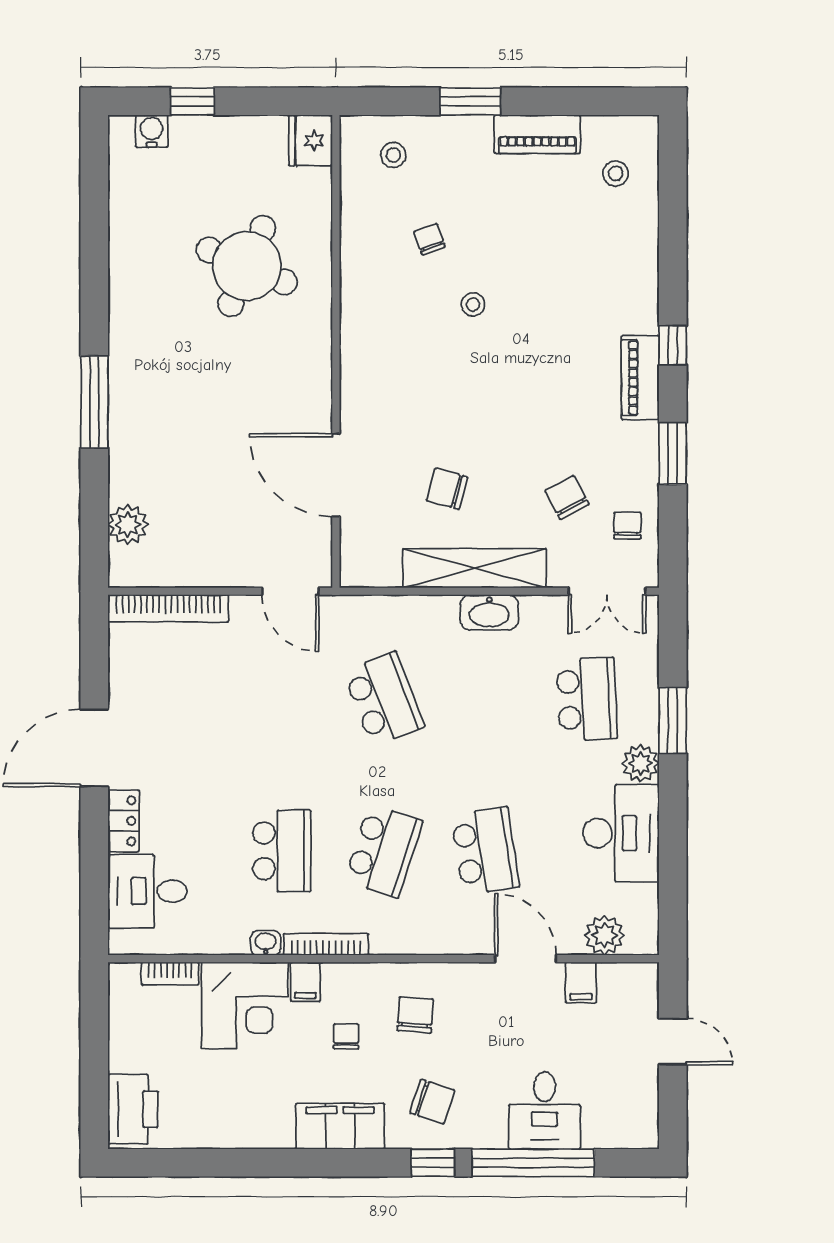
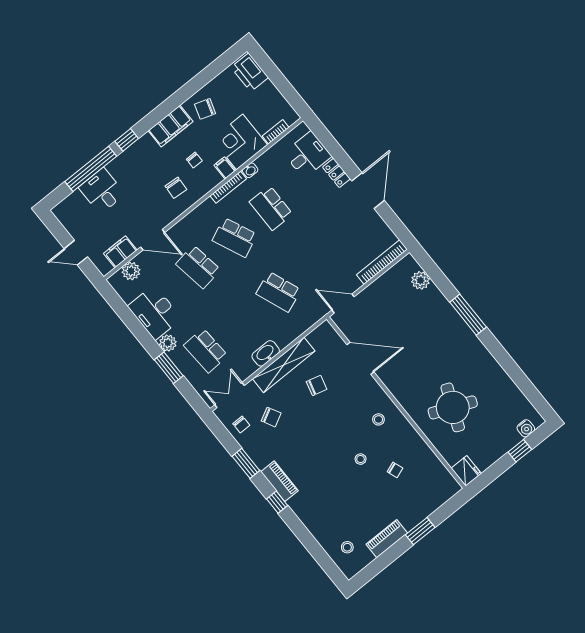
stool: (393, 155) -> (378, 419), moved
school desk: (384, 851) -> (235, 237), turned -42
filing cabinet: (581, 982) -> (120, 252), width x2.00
chair: (432, 1102) -> (205, 109), moved

